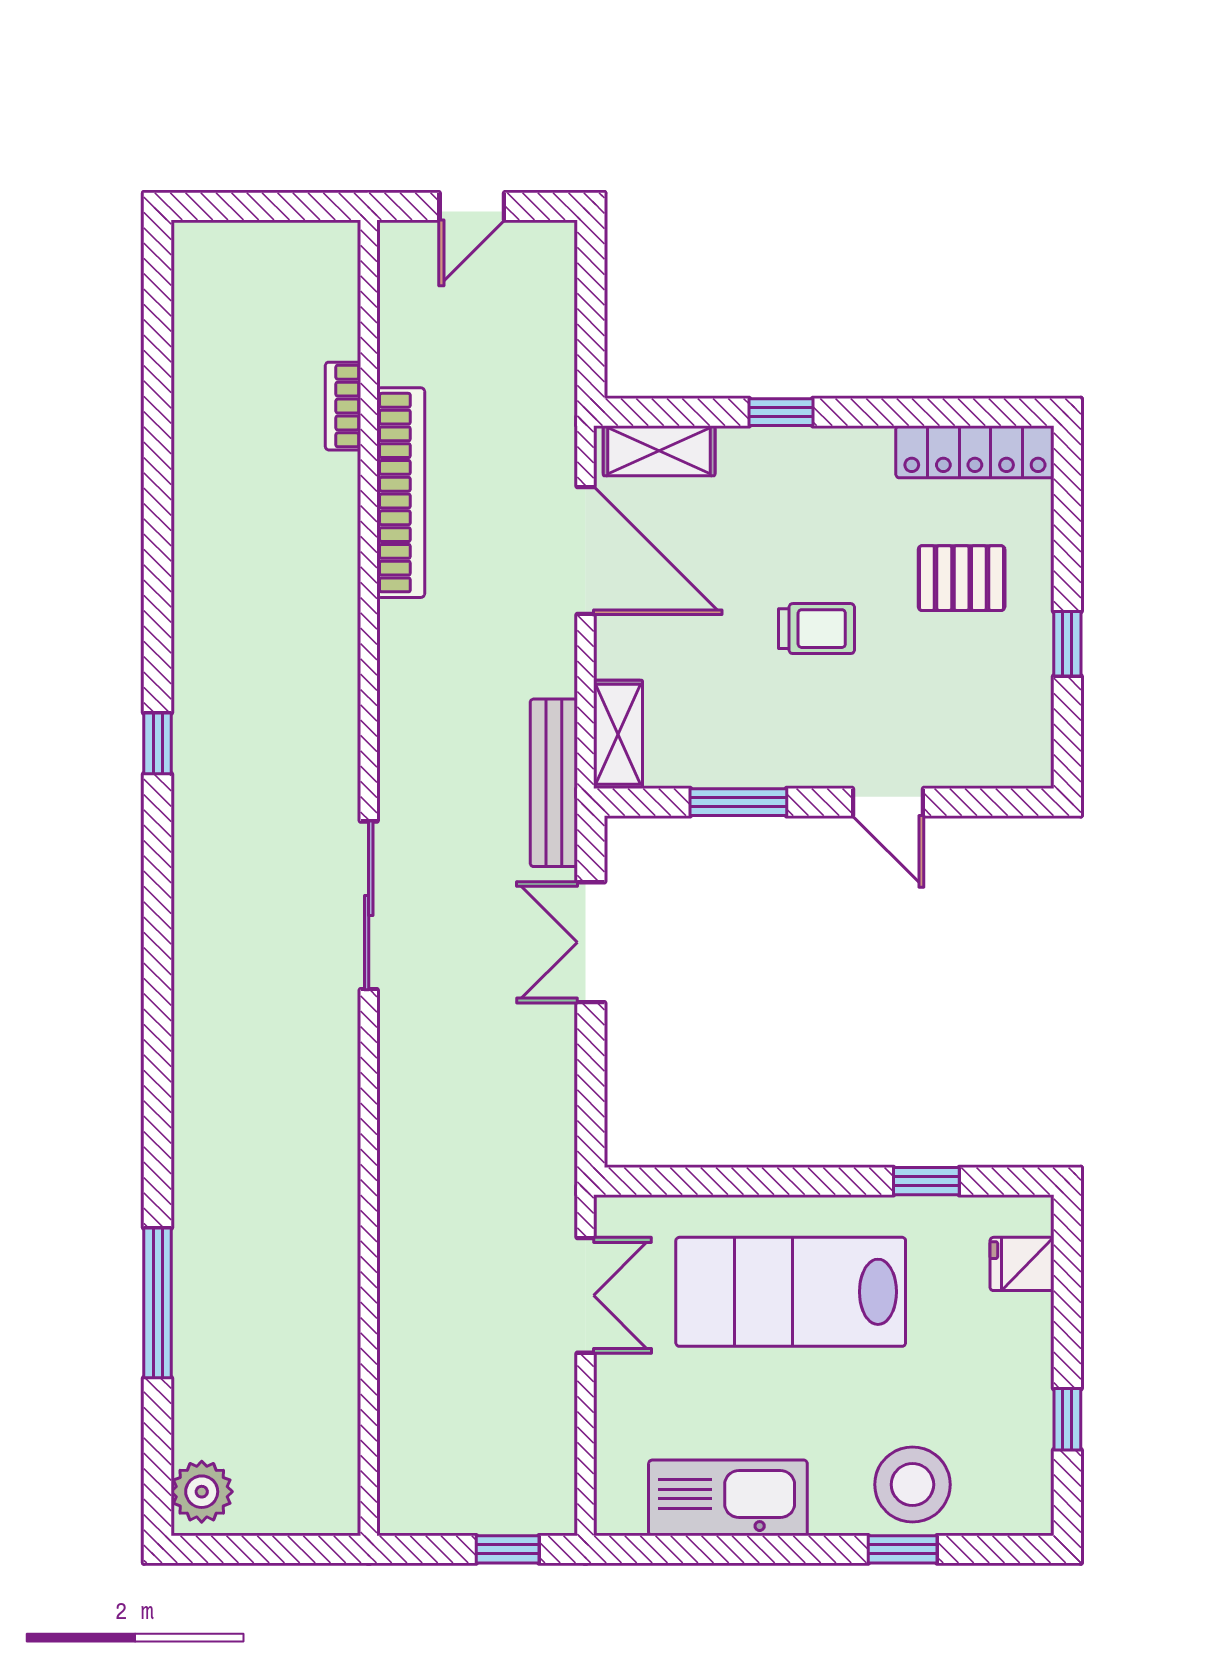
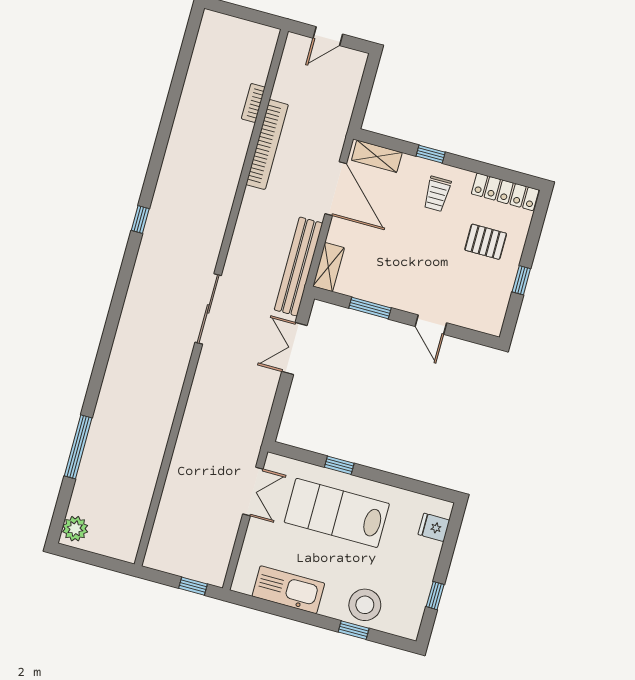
trolley: (816, 629) -> (437, 194), moved, turned 90
bench: (554, 783) -> (298, 267), width x1.37, depth x1.21
window: (926, 1181) -> (339, 465), moved

